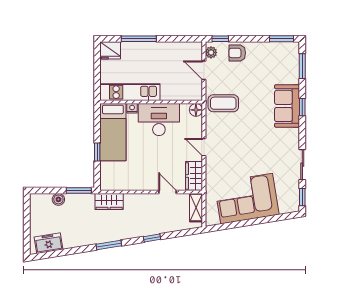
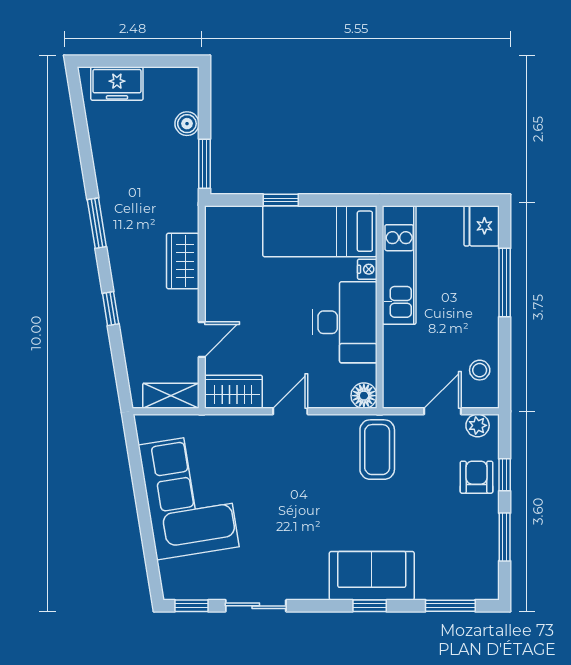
window: (220, 39) -> (505, 475), moved
window: (281, 39) -> (505, 537), moved
stool: (183, 51) -> (480, 370), added
wardrobe: (109, 202) -> (183, 261), moved
freezer: (49, 243) -> (117, 84), moved, turned 99

